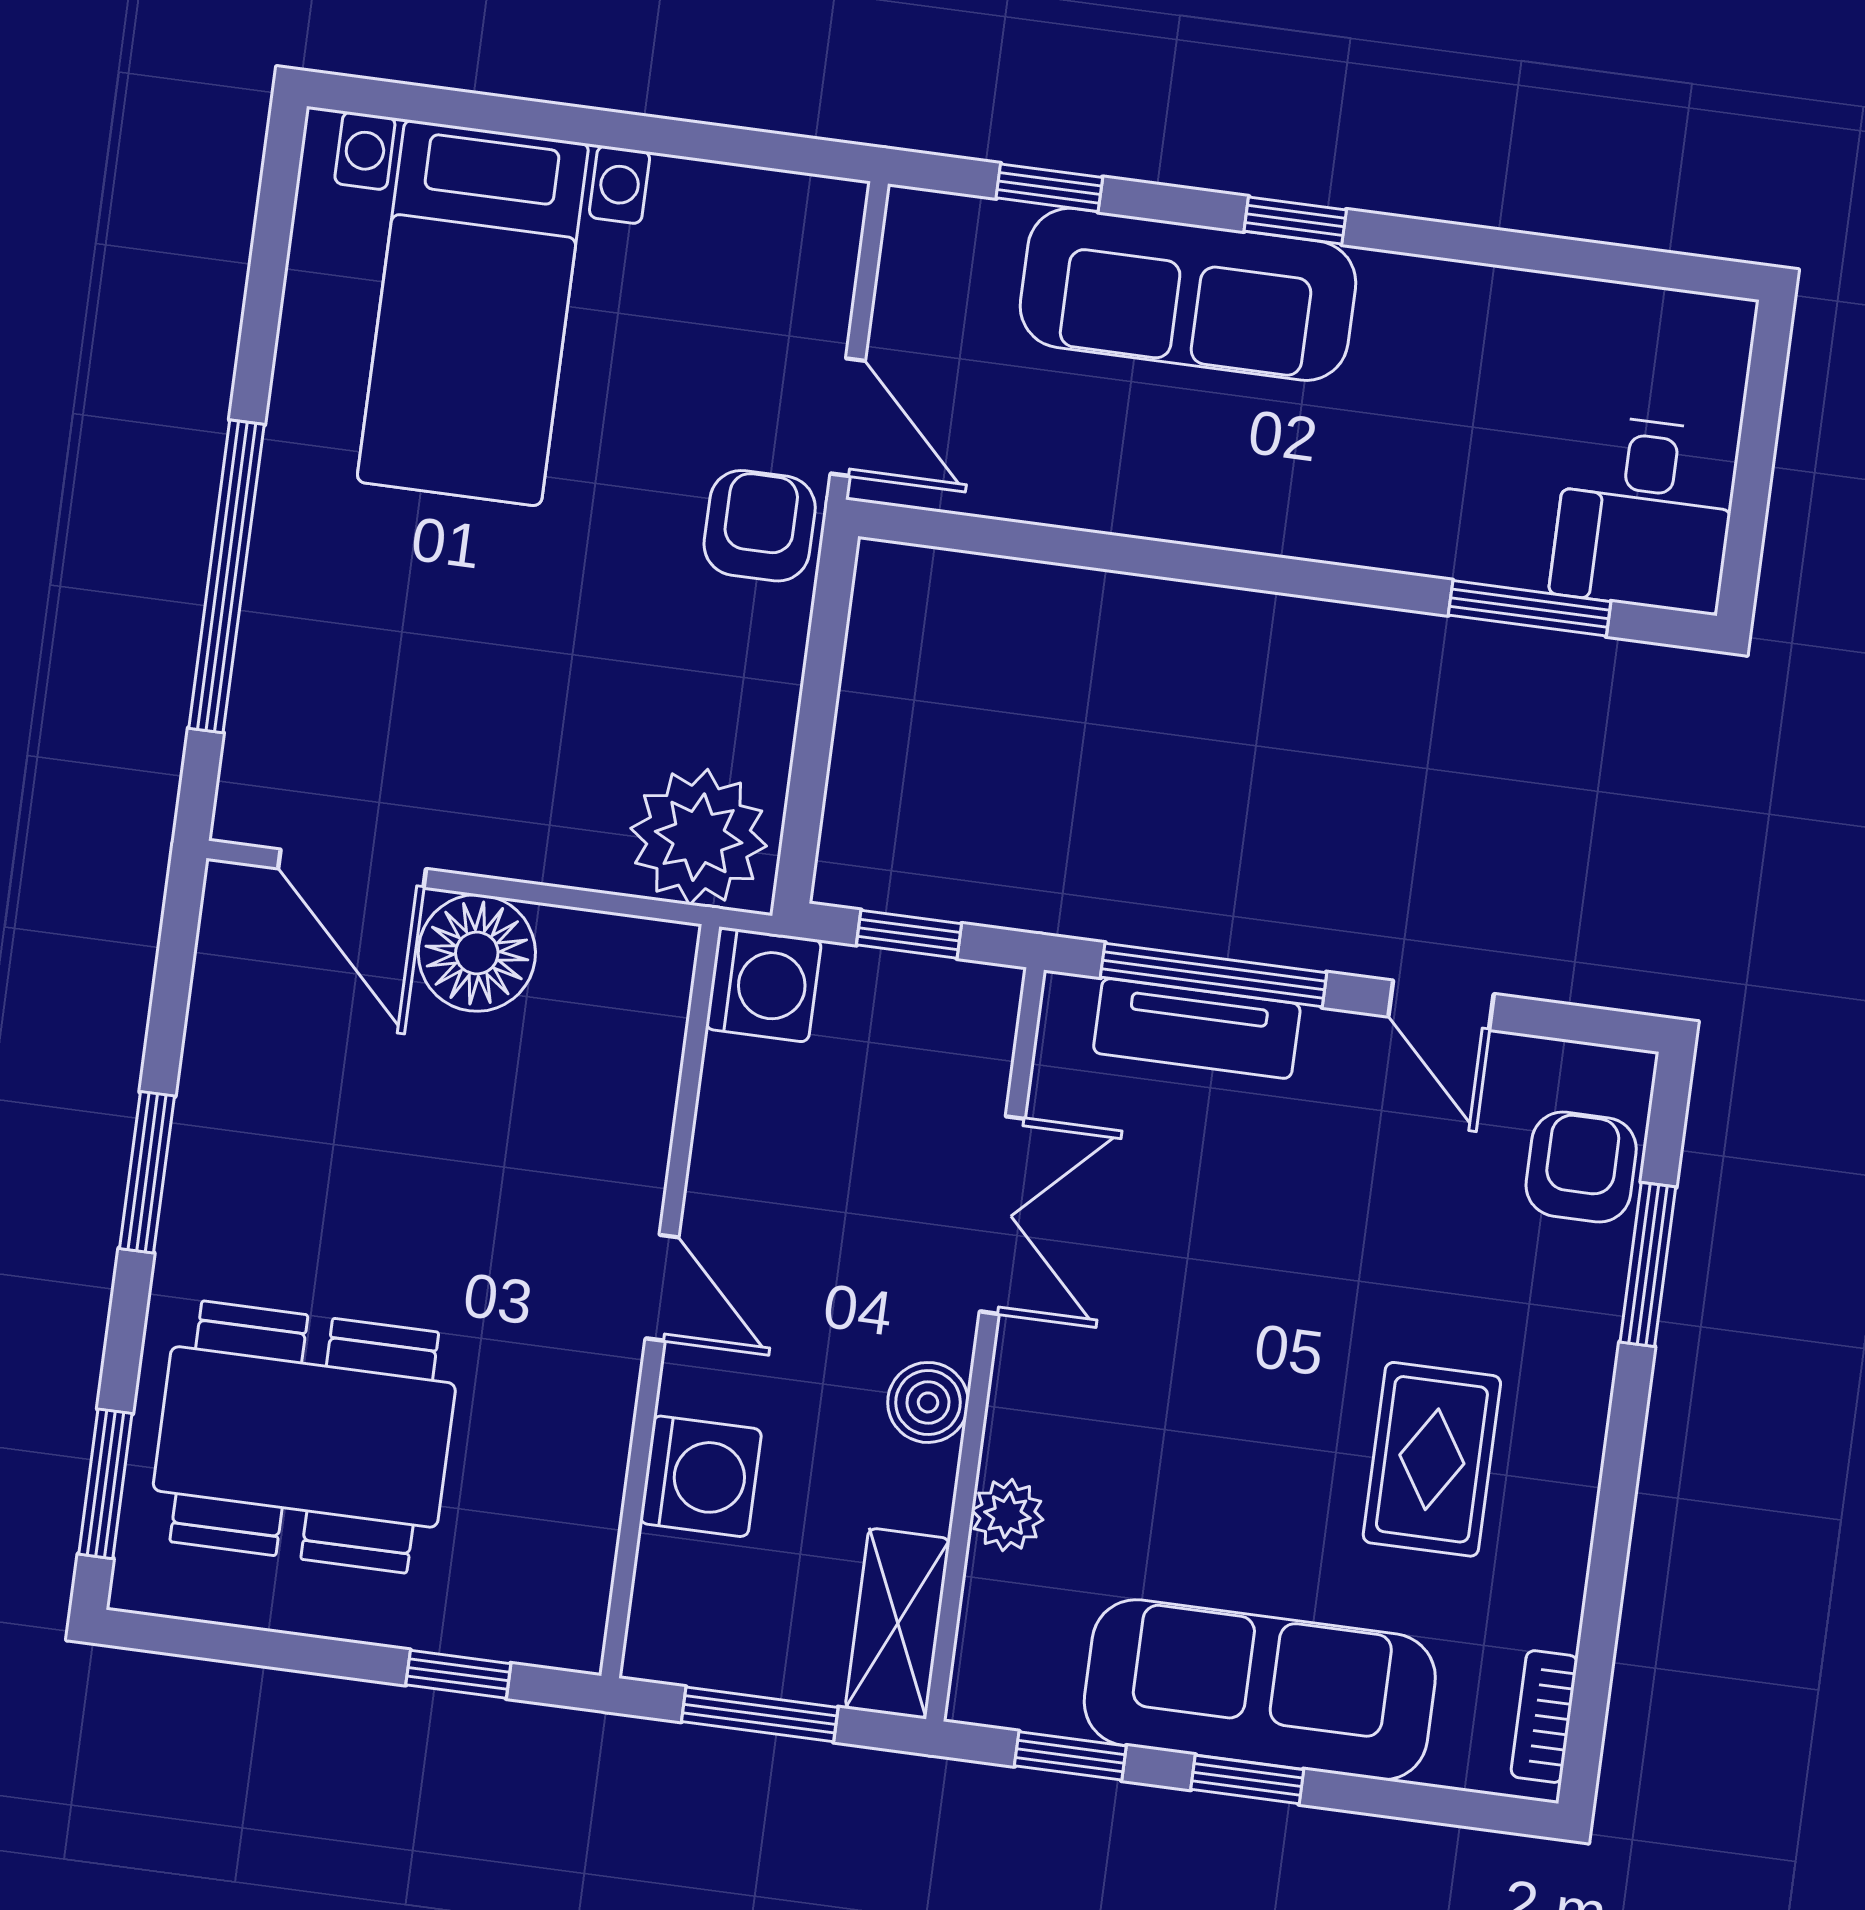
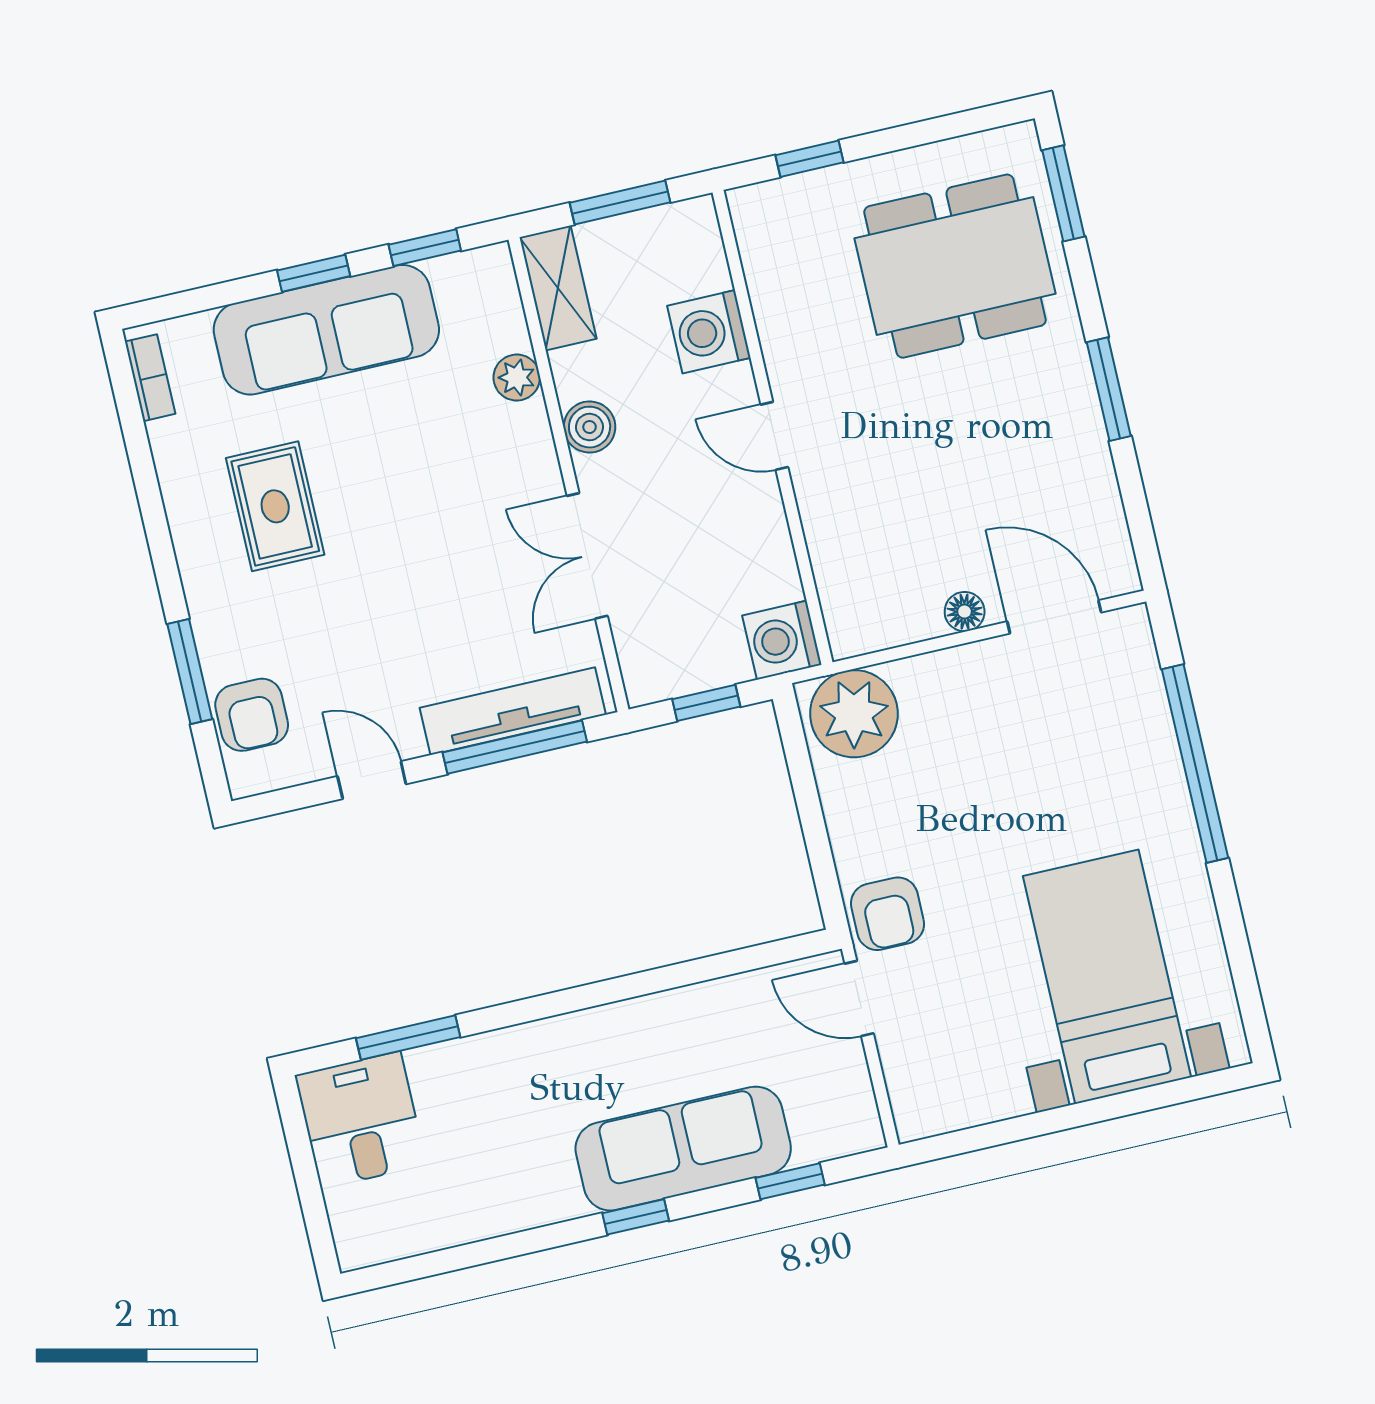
floor lamp: (477, 953) -> (965, 612), width x0.53, depth x0.53
tv unit: (1197, 1029) -> (513, 711), width x1.41

